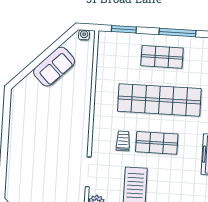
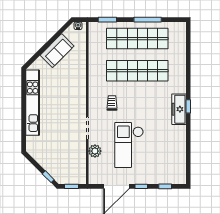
shop shelf: (162, 57) -> (137, 39), width x2.00, depth x1.36
kitchen unit: (17, 134) -> (33, 103), added
shop shelf: (157, 143) -> (137, 103), removed

